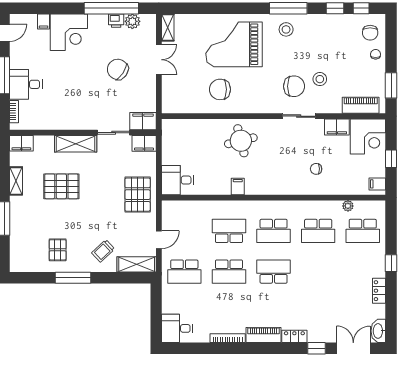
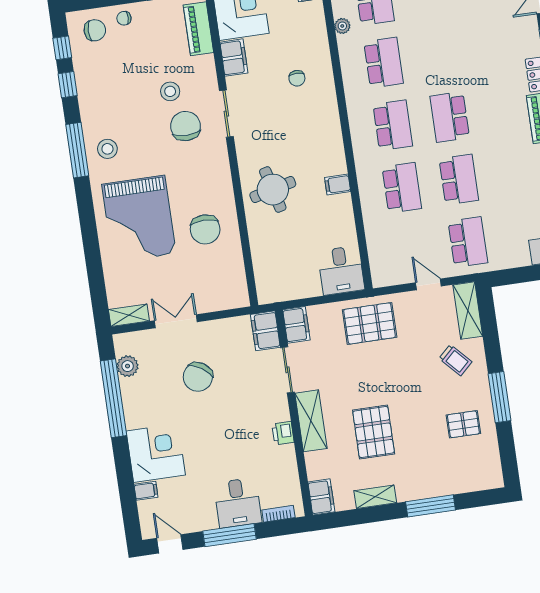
printer: (116, 21) -> (283, 433), moved, turned 180
school desk: (229, 231) -> (402, 188), turned 180

